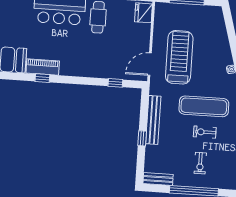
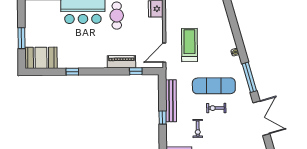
treadmill: (179, 57) -> (189, 45), width x0.73, depth x0.73
piano: (43, 67) -> (121, 62), moved
exercise bike: (200, 163) -> (198, 129), moved

